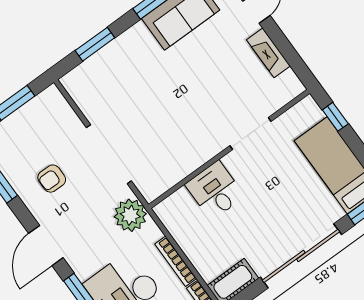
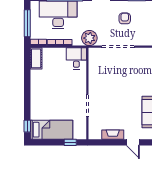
desk: (215, 190) -> (76, 58), moved, turned -90
sliding door: (301, 256) -> (27, 91), removed

